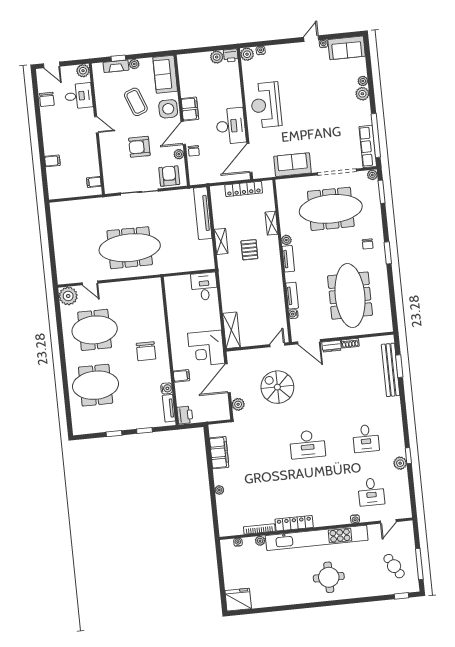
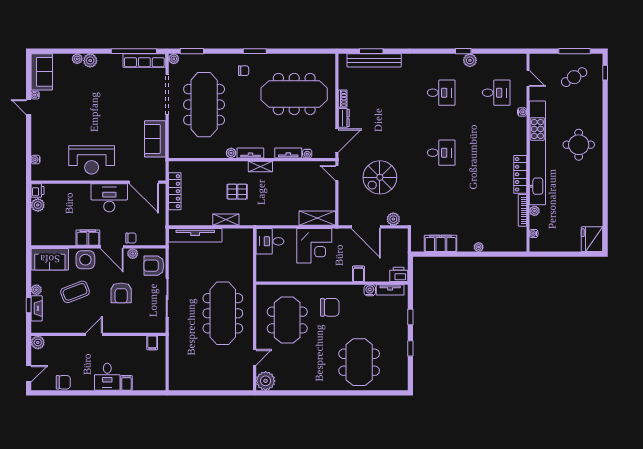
plant: (247, 54) -> (38, 174), removed
desk: (79, 96) -> (107, 377), moved, turned 180
shelving: (271, 223) -> (260, 166), moved
meeting table: (95, 330) -> (287, 320), moved
corner desk: (206, 348) -> (314, 246), moved
desk: (307, 444) -> (441, 153), width x0.73

